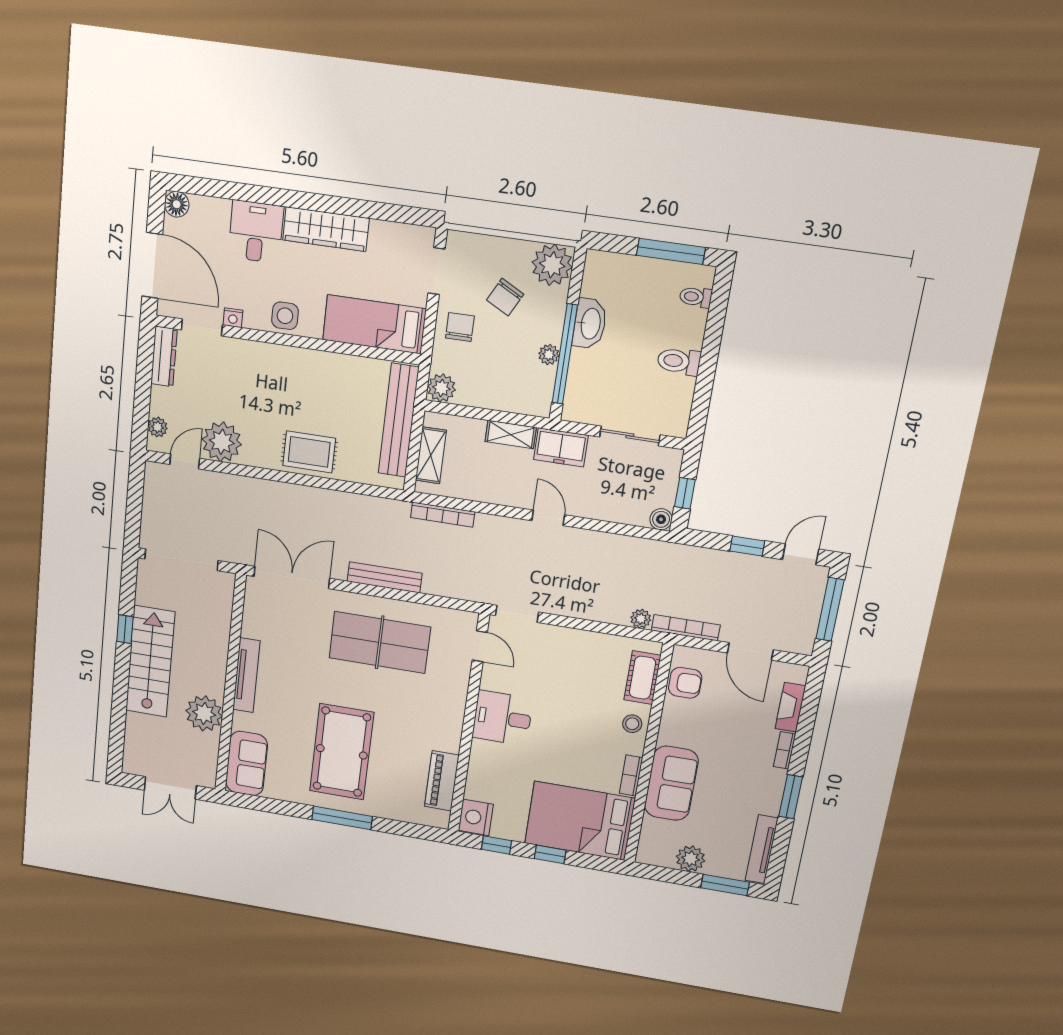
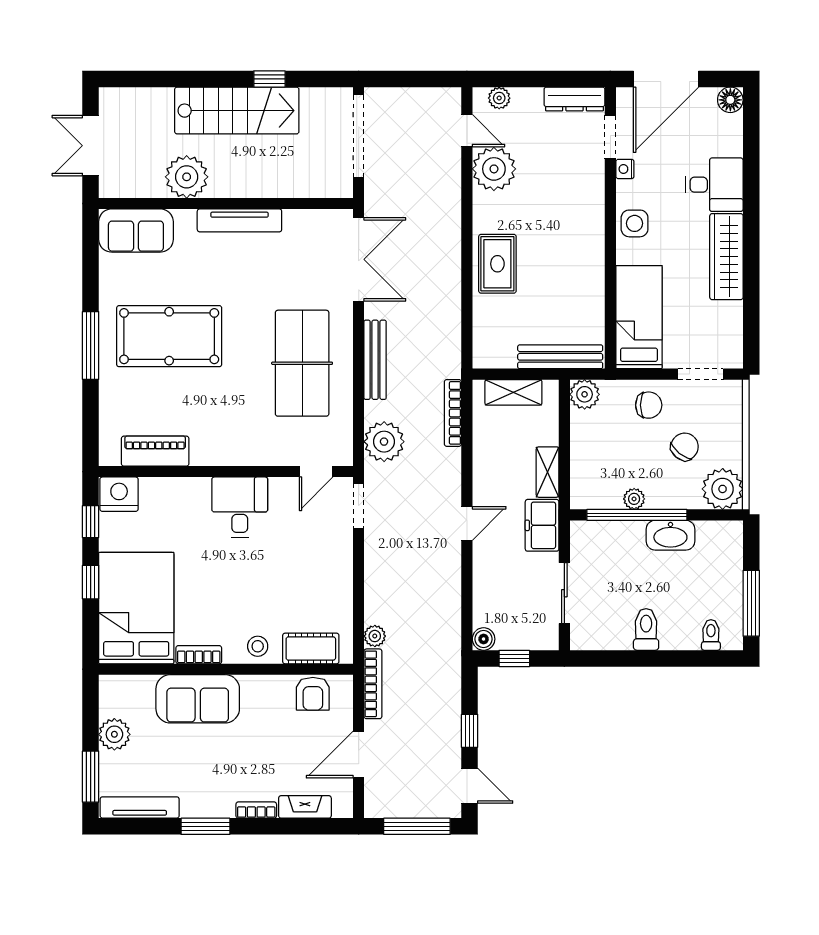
chair: (505, 297) -> (685, 447), turned 101
bench: (399, 420) -> (560, 357), width x0.73, depth x0.82
plant: (461, 581) -> (384, 442), added

